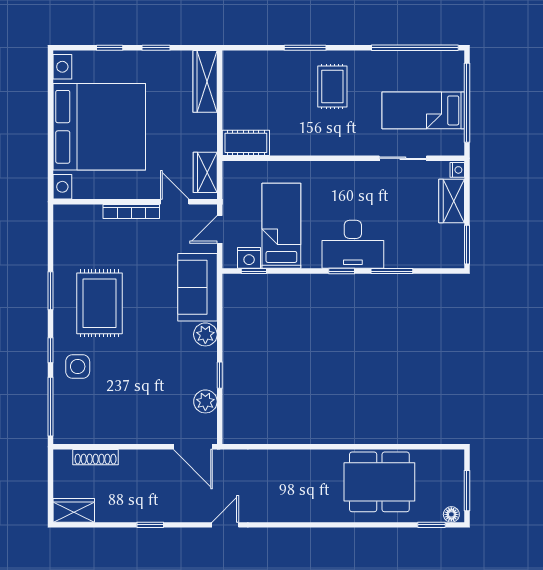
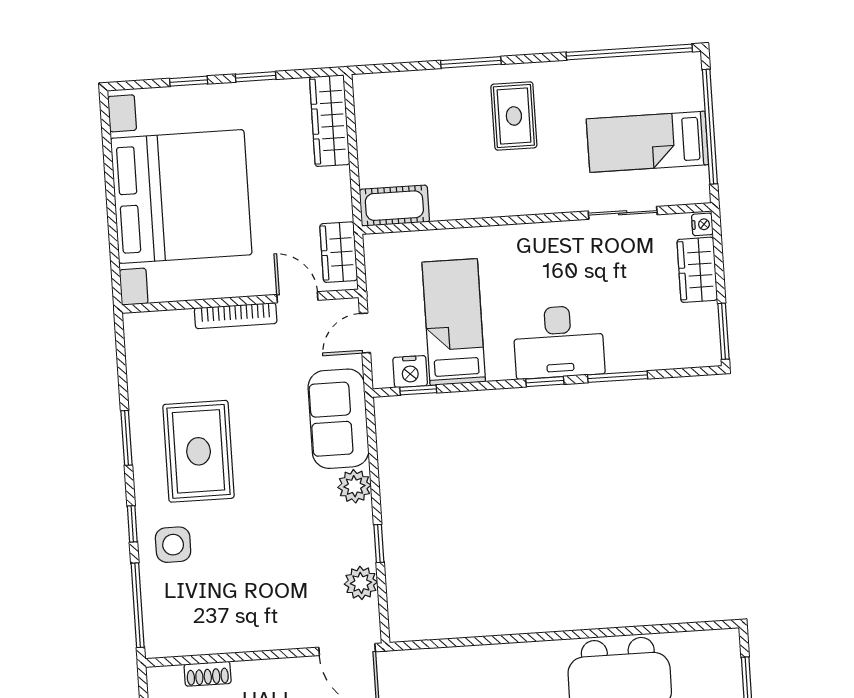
shoe rack: (96, 457) -> (208, 674), width x0.70

